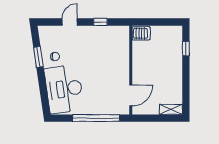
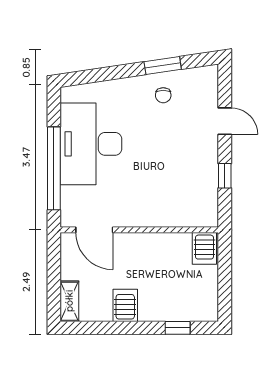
server rack: (173, 78) -> (125, 305), added
desk: (64, 89) -> (91, 144), moved, turned -82

